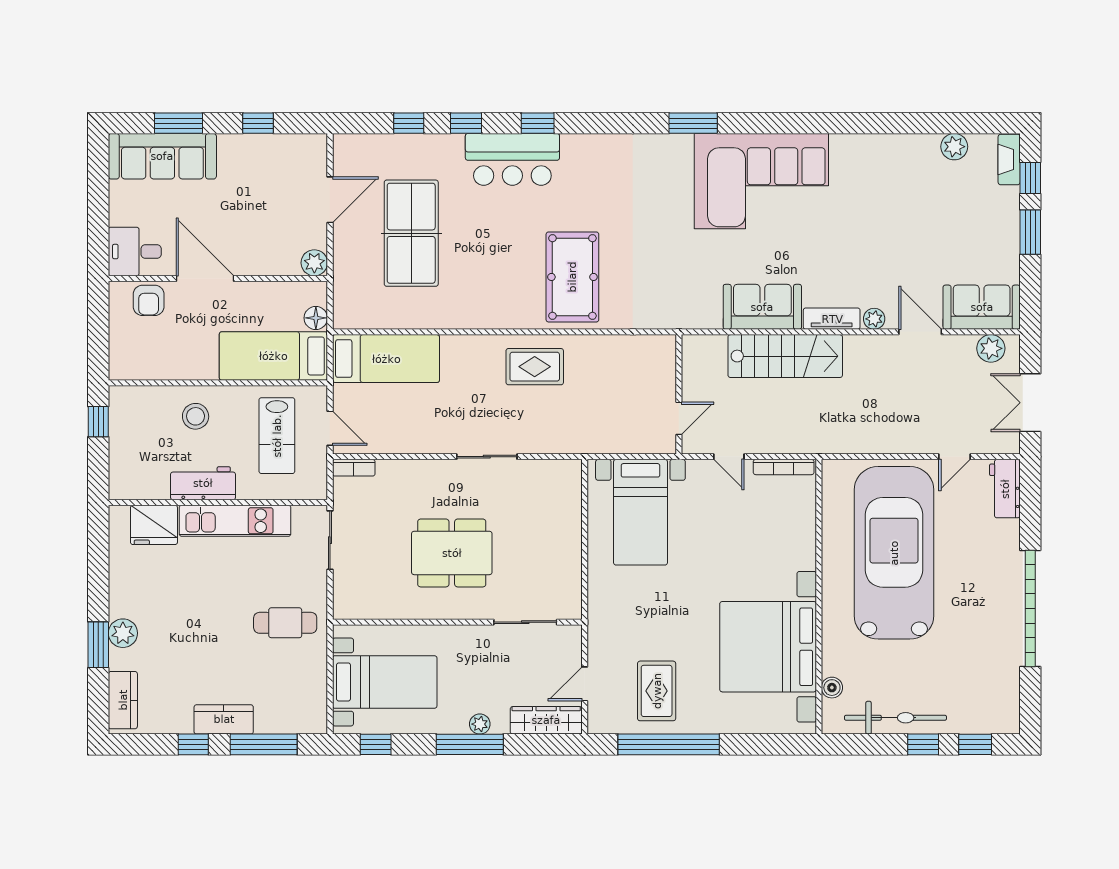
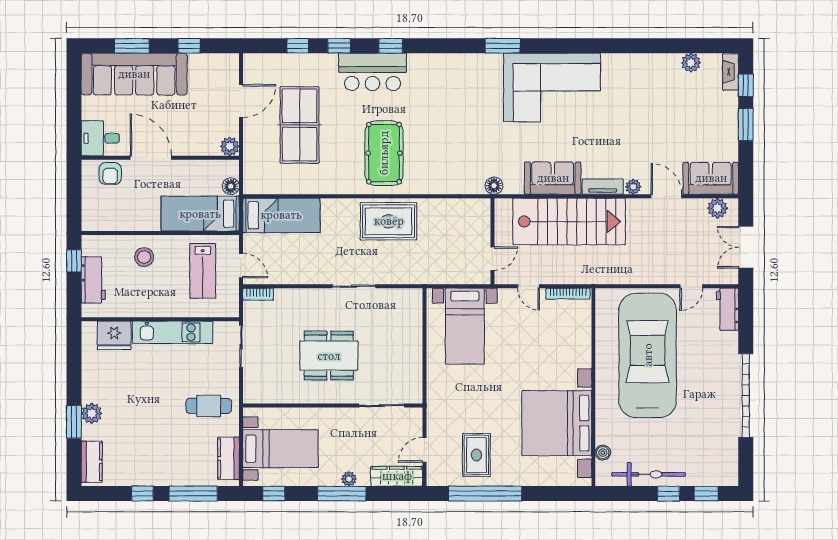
sofa: (162, 156) -> (134, 74), width x1.36, depth x1.27
pool table: (572, 277) -> (384, 153), moved
floor lamp: (681, 317) -> (494, 186), added
stairs: (785, 356) -> (569, 221), width x1.36, depth x1.51
rug: (535, 367) -> (389, 221), width x1.36, depth x1.43
workbench: (203, 483) -> (93, 280), moved, turned 90
kitchen counter: (224, 719) -> (229, 458), moved, turned -90

